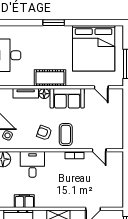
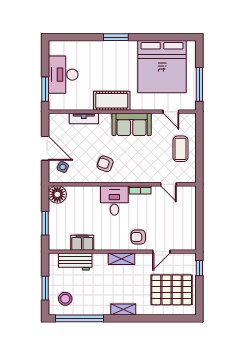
floor lamp: (44, 94) -> (105, 119), removed
coffee table: (66, 135) -> (181, 149), moved
desk: (32, 164) -> (114, 200), moved
armchair: (73, 196) -> (138, 237), added

